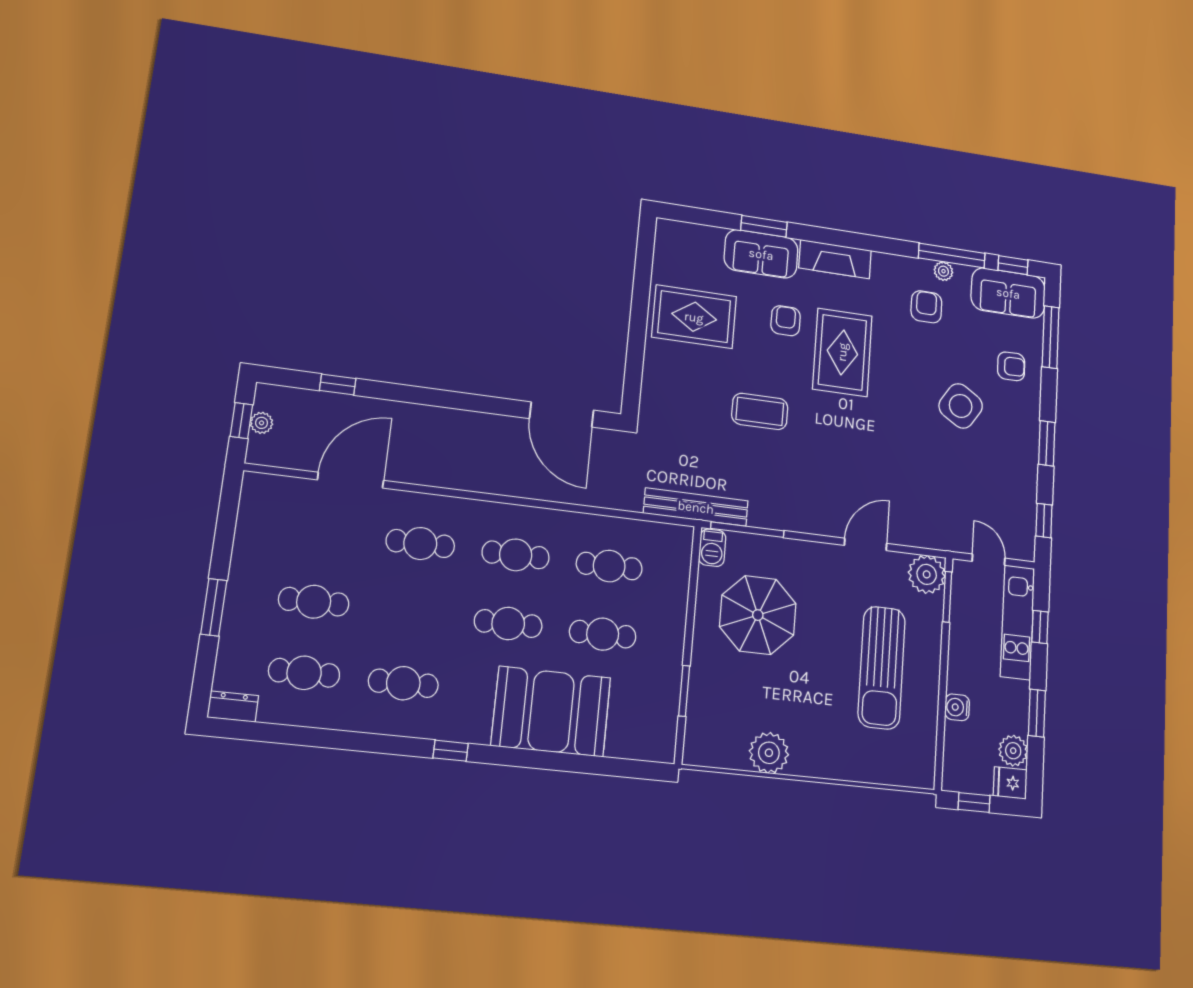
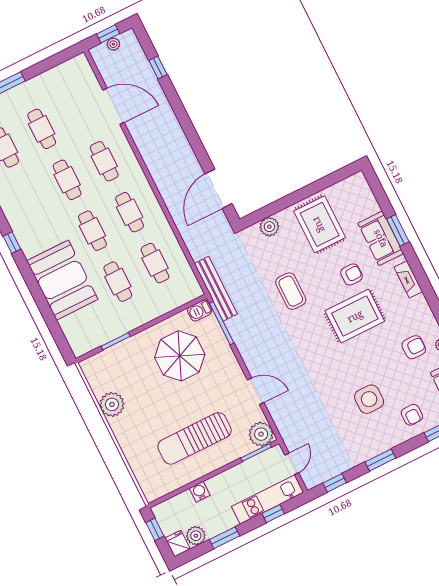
fireplace: (835, 259) -> (408, 279), width x0.73, depth x0.76
plant: (656, 382) -> (269, 227), added
side table: (961, 406) -> (369, 399), turned -33
cafe table: (403, 683) -> (67, 180), moved

